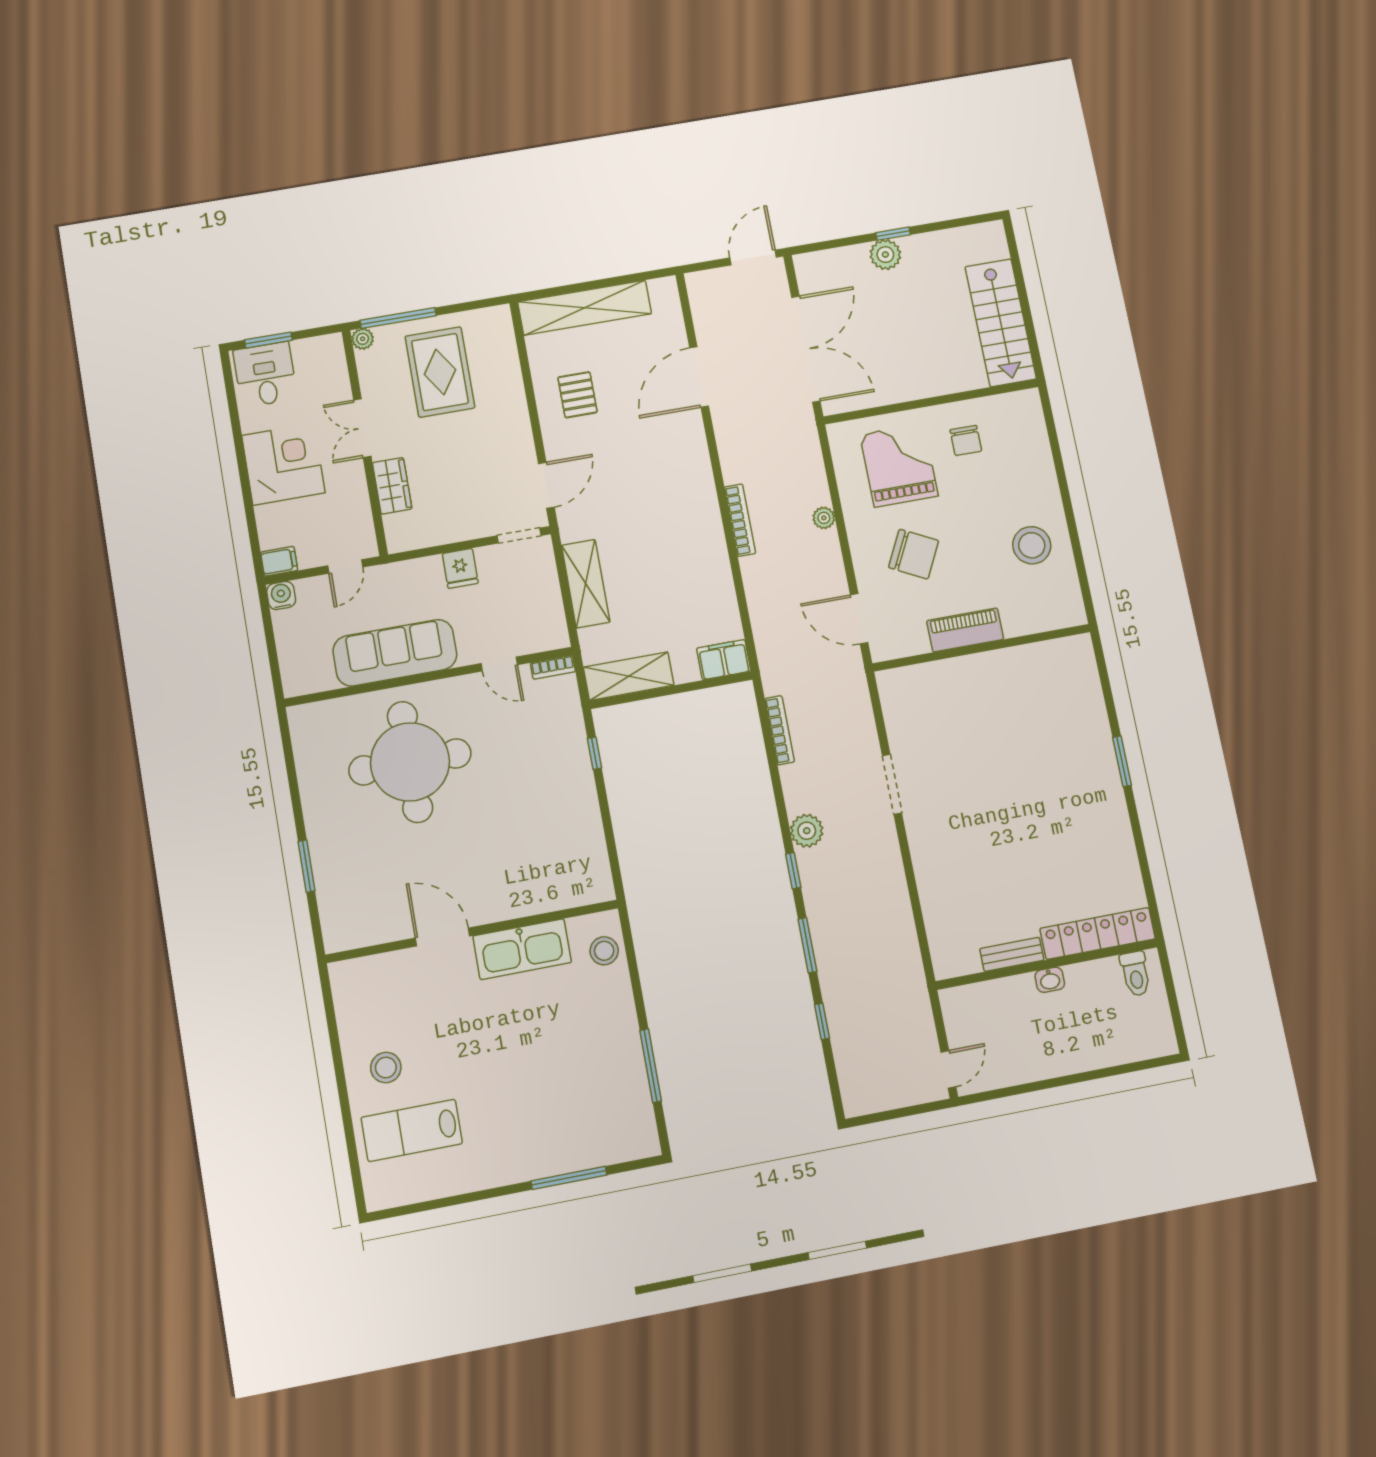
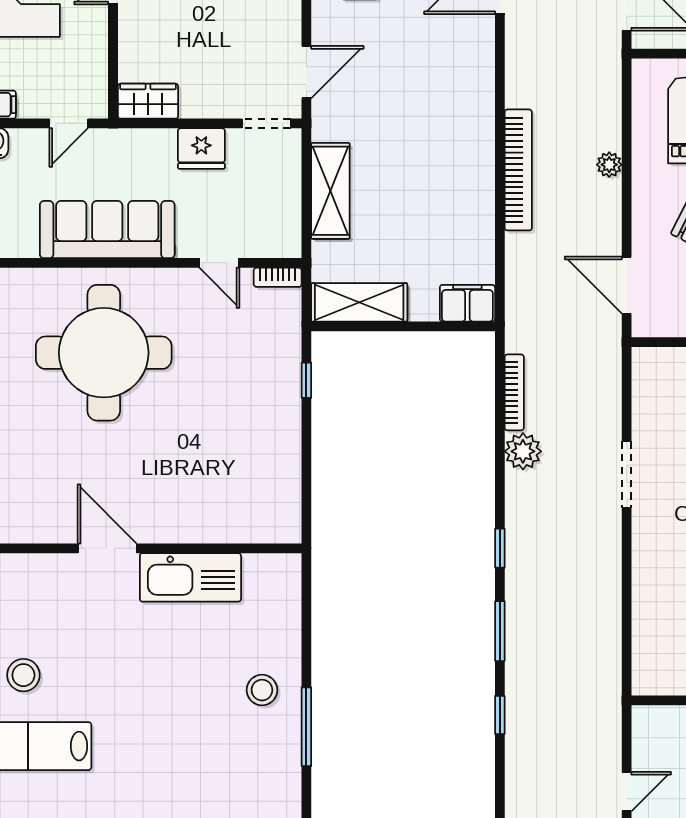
wardrobe: (392, 486) -> (148, 101), moved, turned -90
bookcase: (740, 520) -> (518, 170), width x1.48, depth x1.31
fridge: (460, 568) -> (201, 149), width x1.38
plant: (807, 831) -> (523, 451), moved
stool: (604, 951) -> (262, 690), moved

